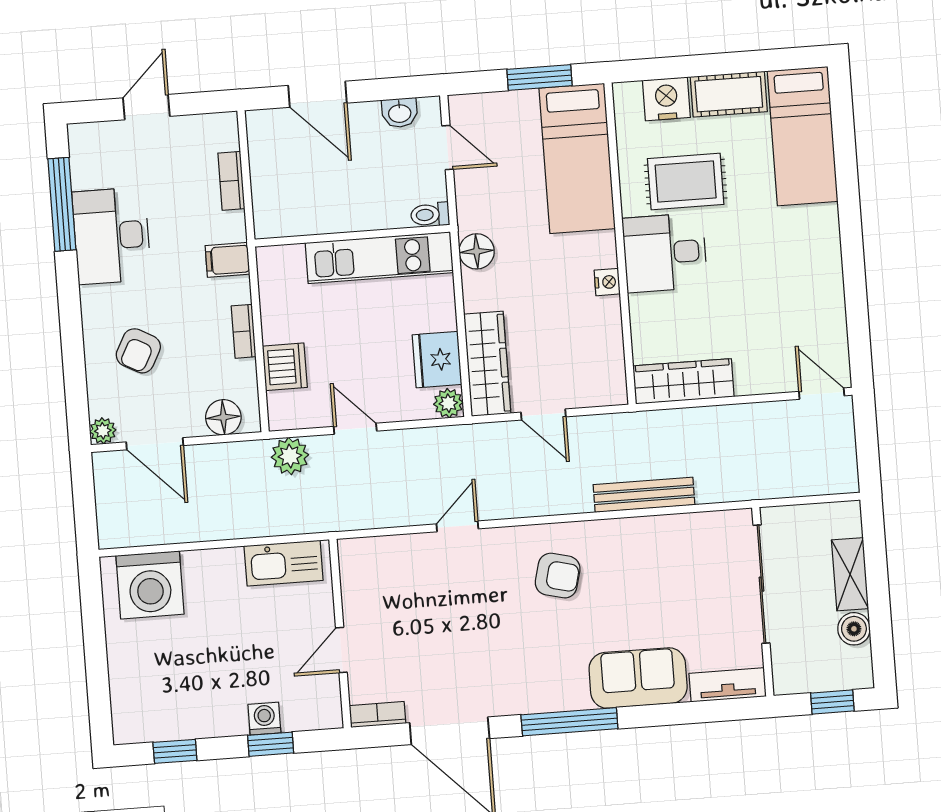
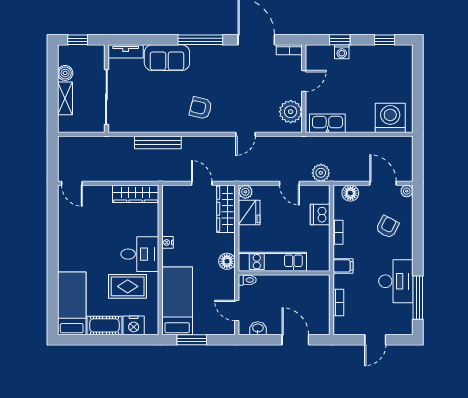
plant: (364, 582) -> (291, 112), added

